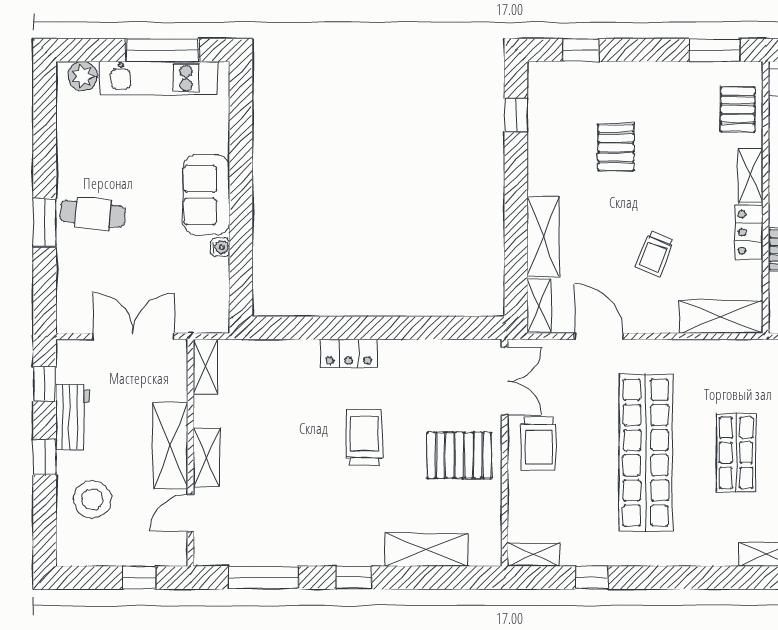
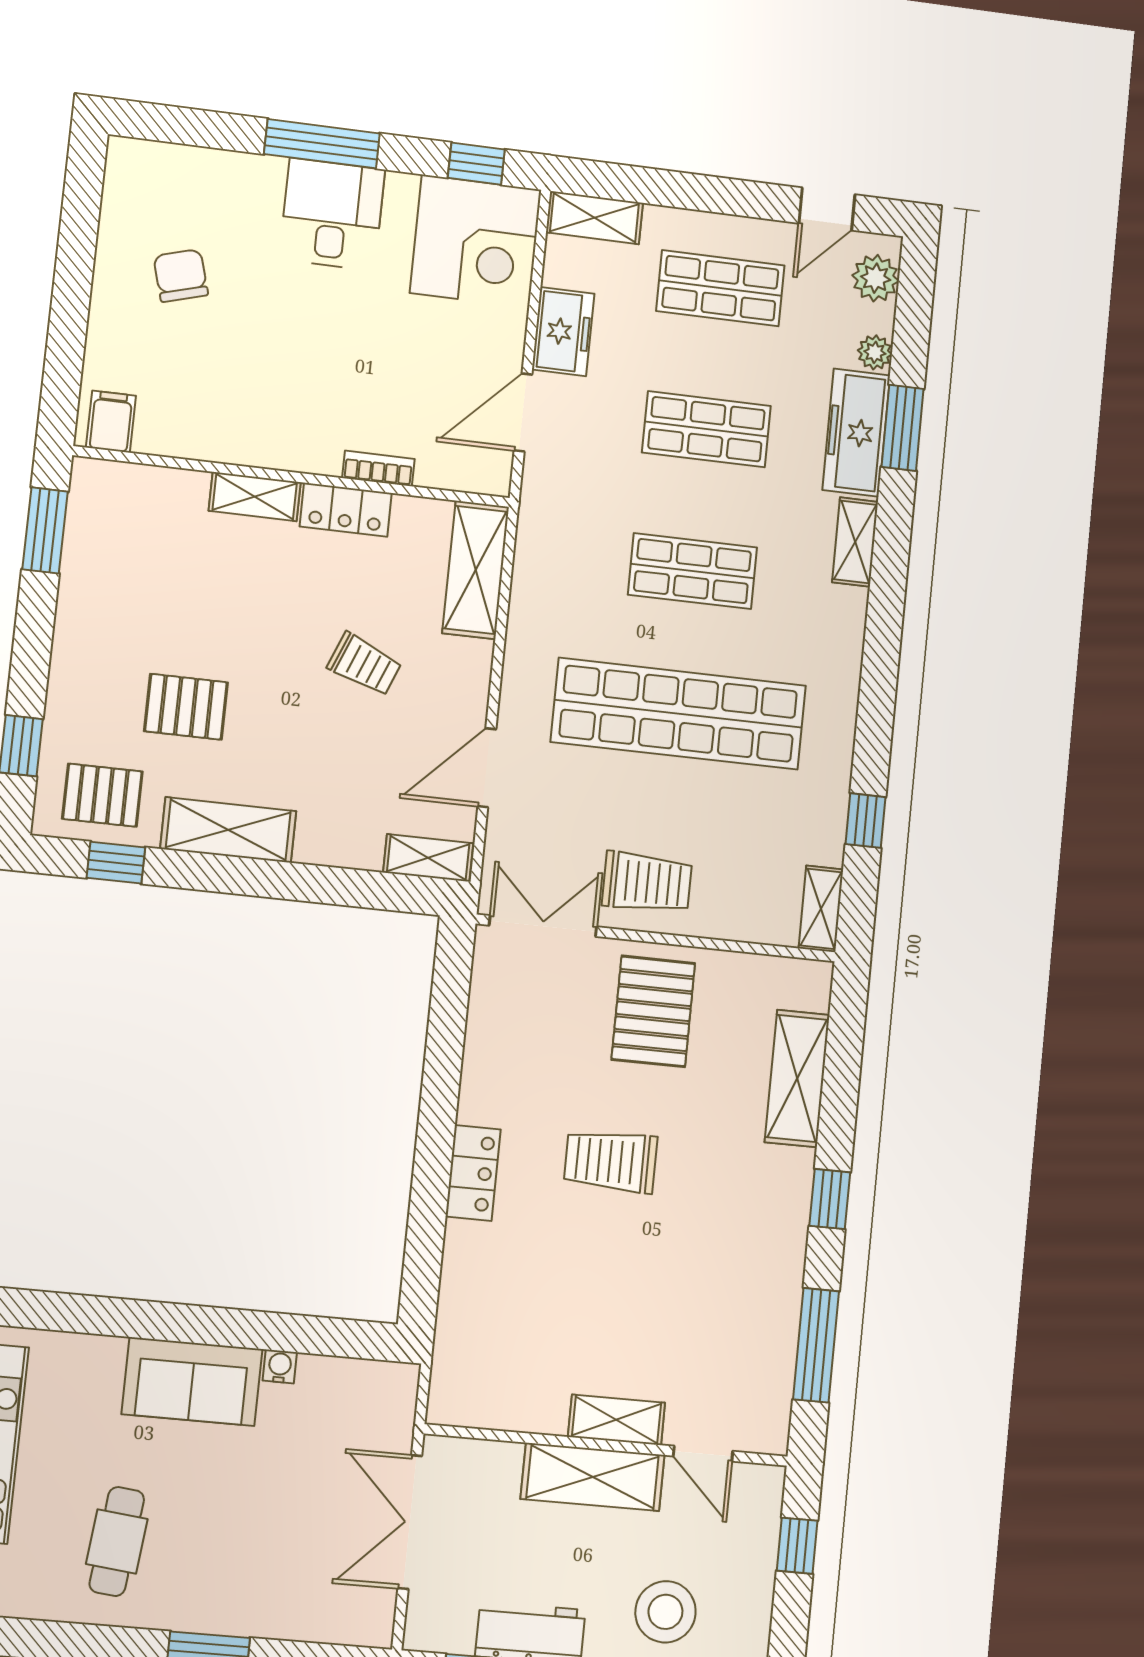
pallet: (738, 109) -> (102, 795), moved
cafe table: (93, 214) -> (117, 1542), moved
shelving: (543, 236) -> (228, 830), moved
shelving: (206, 366) -> (471, 1408), removed

